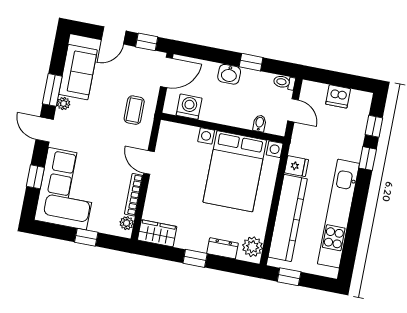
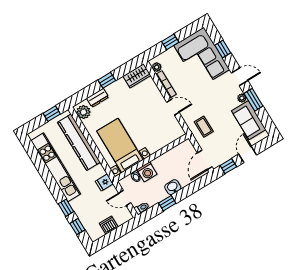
washing machine: (189, 107) -> (147, 172), moved
fridge: (296, 166) -> (104, 182), moved
bed with nightstands: (235, 171) -> (120, 145), width x0.73

